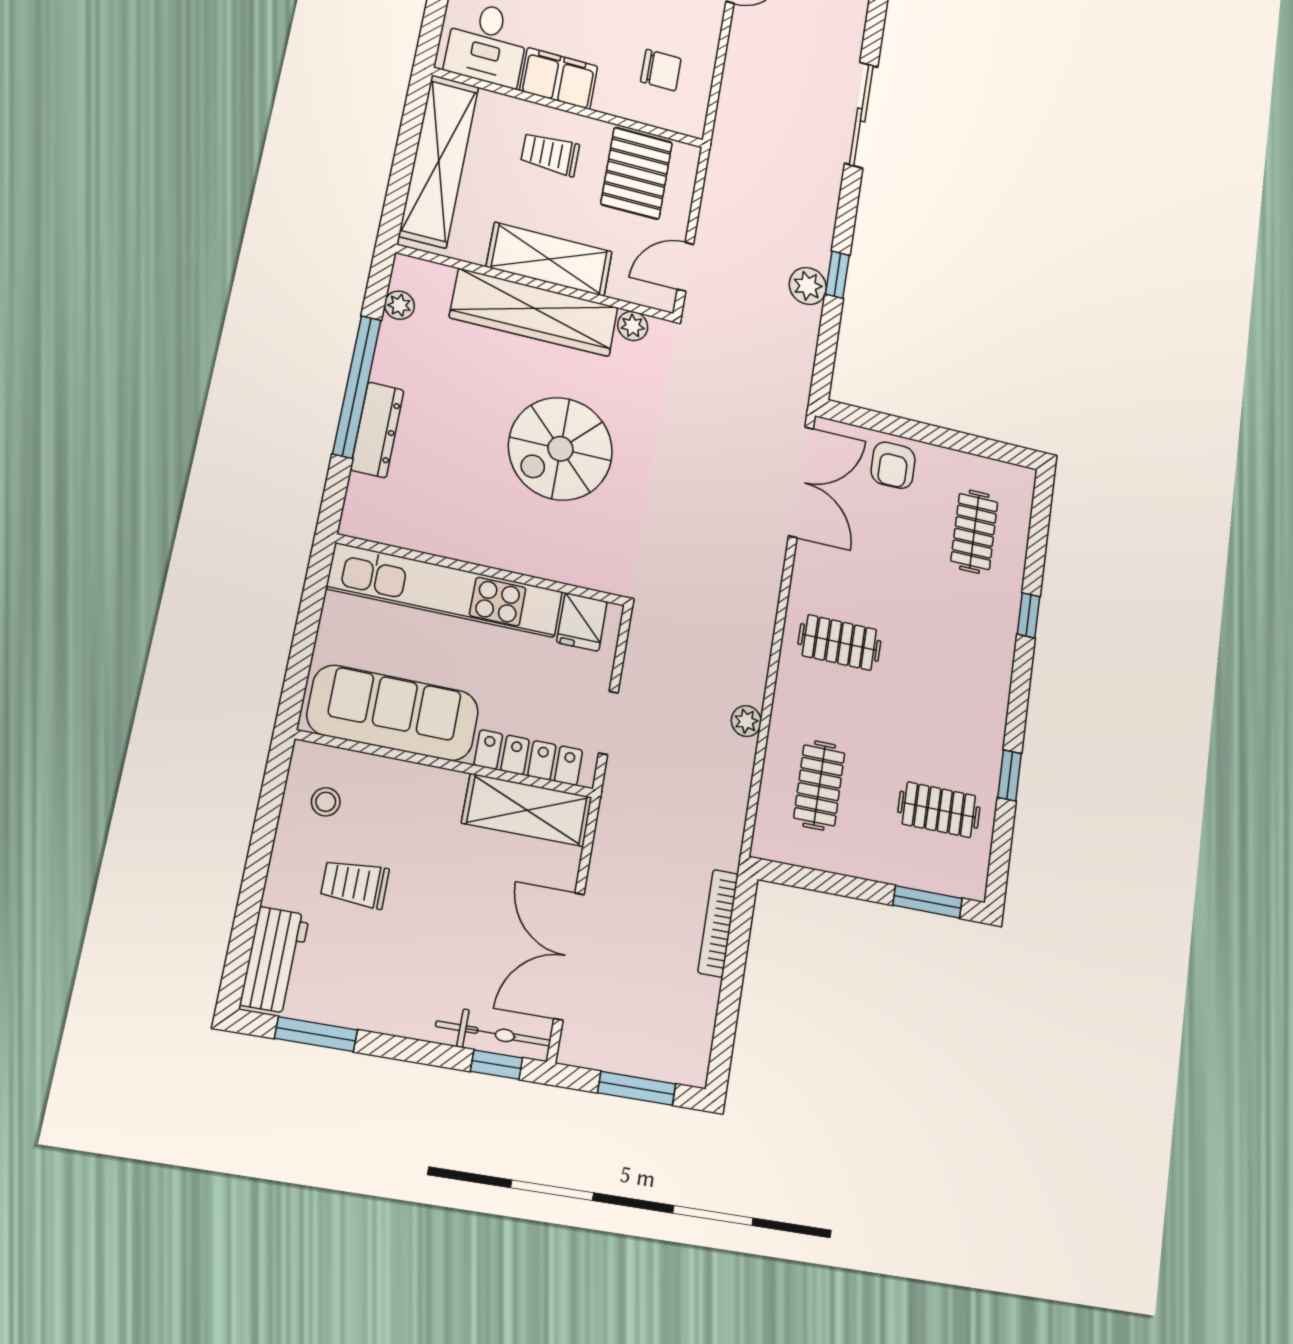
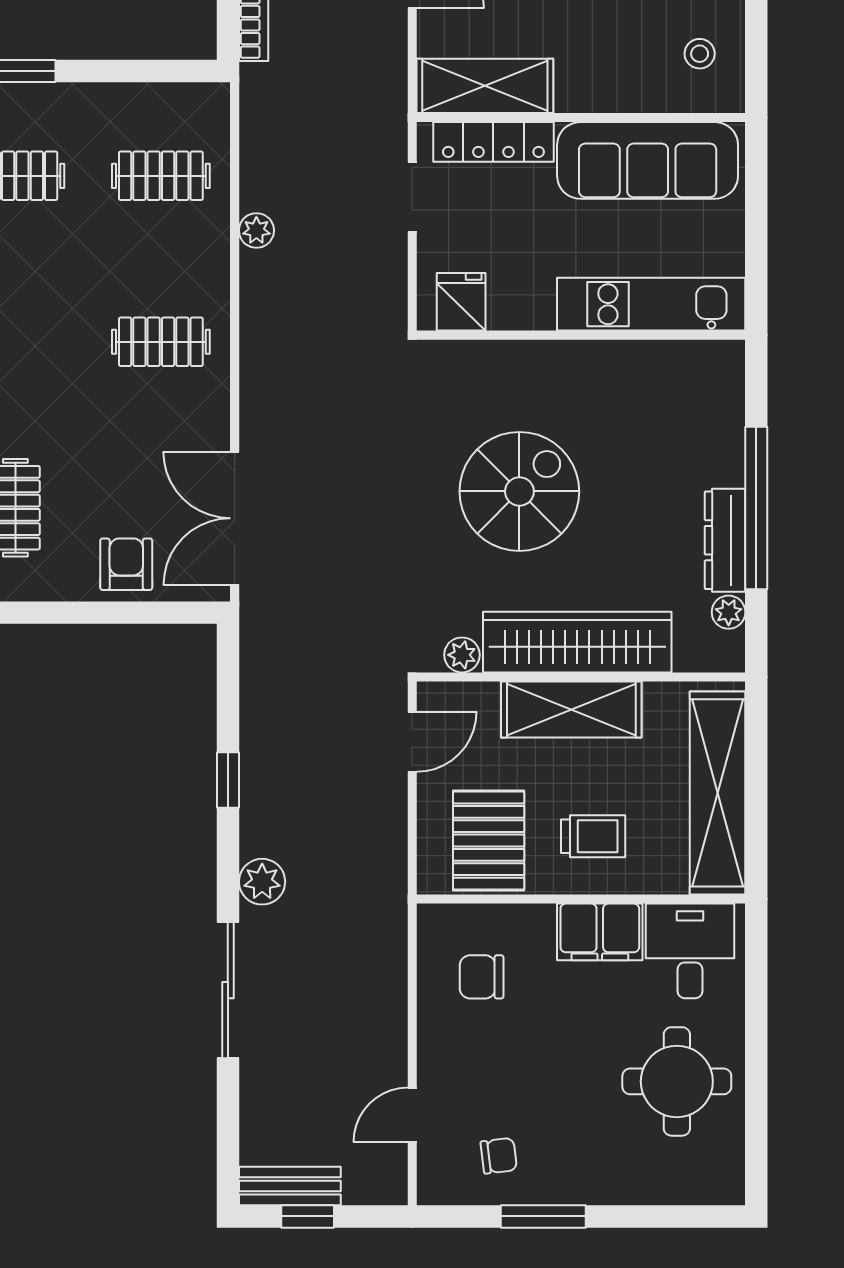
plant: (808, 286) -> (262, 882), moved
dresser: (377, 430) -> (725, 540), moved
kitchen unit: (445, 590) -> (651, 304), width x0.73
clothes rail: (819, 785) -> (161, 176), turned 90

